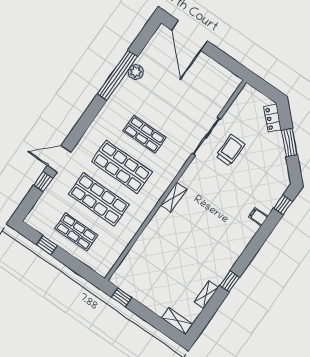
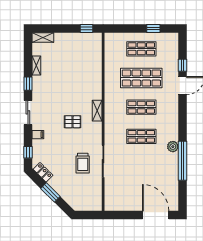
plant: (136, 72) -> (173, 147), moved
locker: (272, 118) -> (43, 172), moved
shop shelf: (122, 167) -> (141, 107), width x0.70, depth x0.74
pallet: (210, 204) -> (73, 122), added
sliding door: (252, 249) -> (28, 112), added

